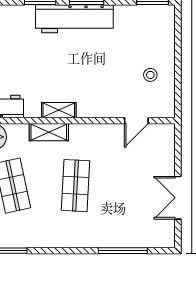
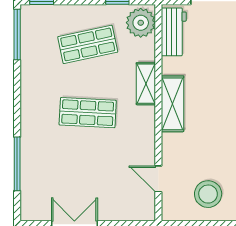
stool: (150, 75) -> (208, 194), width x1.89, depth x1.89
shelving: (59, 110) -> (172, 104), width x1.50, depth x1.33

